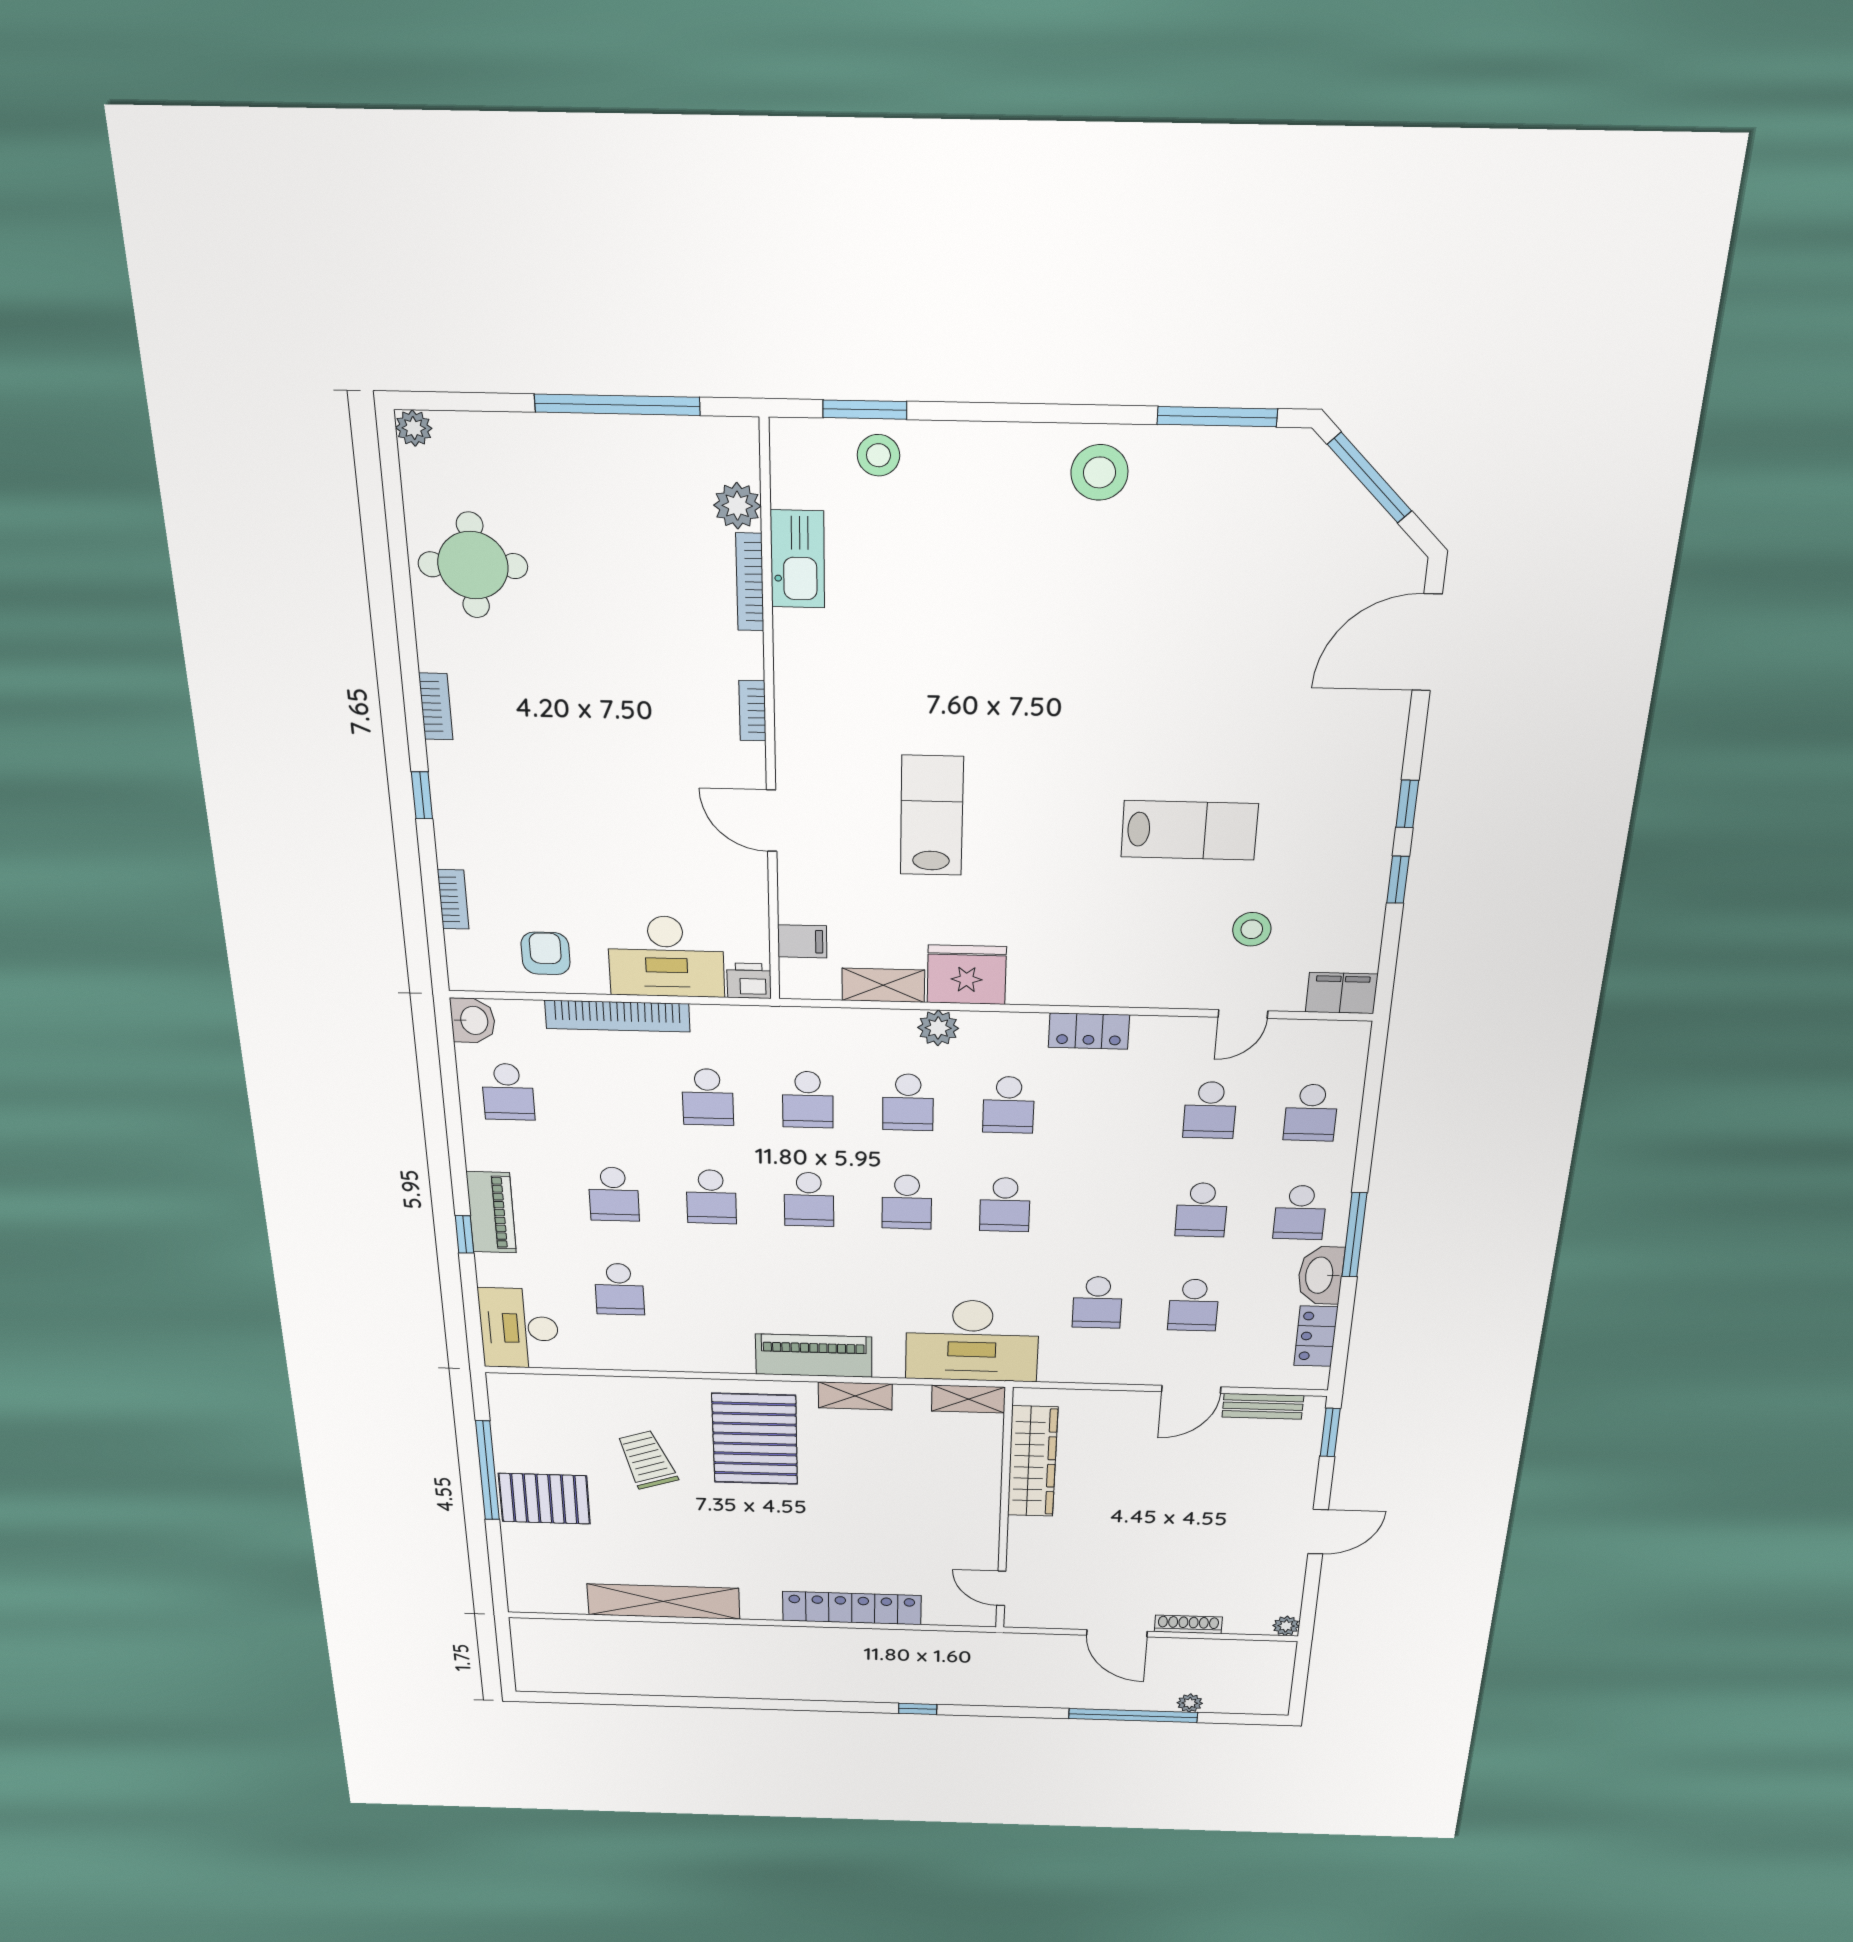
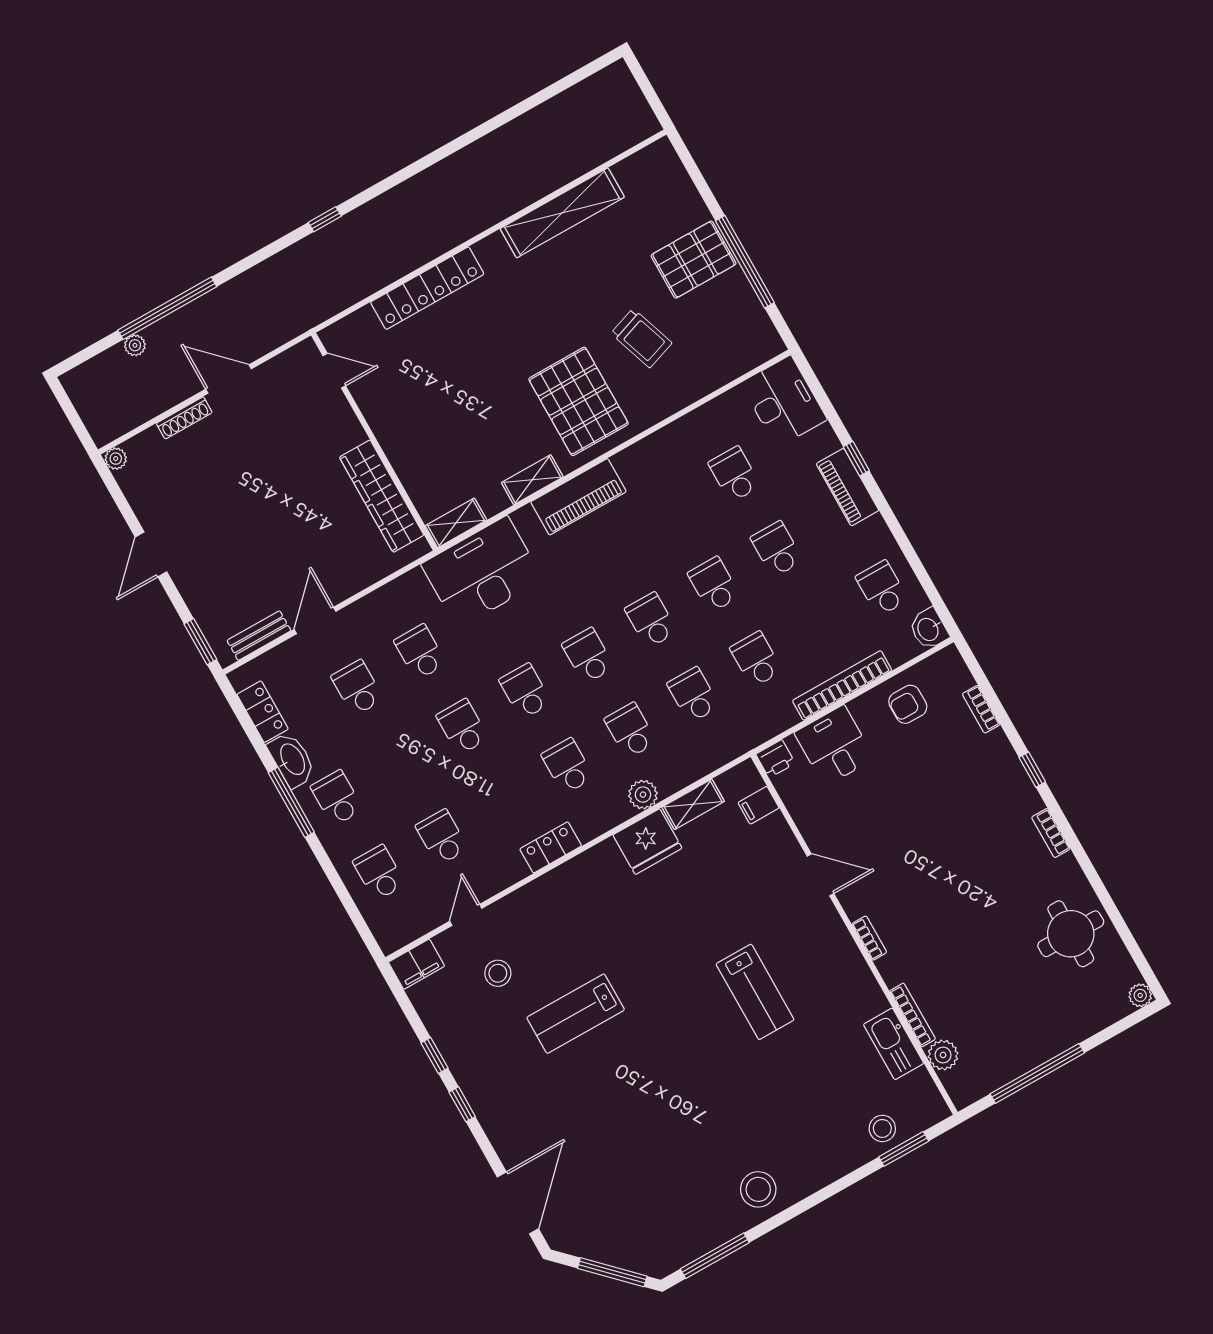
lab bench: (932, 816) -> (755, 992), moved
armchair: (546, 953) -> (908, 704), turned 90
desk: (666, 957) -> (834, 746), width x0.73
school desk: (1202, 1210) -> (462, 727), moved

